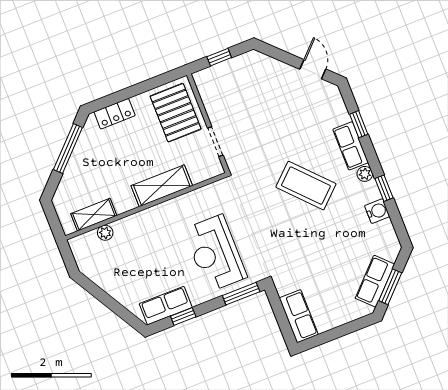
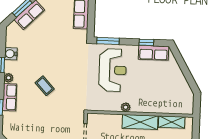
shelving: (162, 186) -> (140, 122), moved
coffee table: (306, 186) -> (45, 86), width x0.54, depth x0.58
plant: (105, 233) -> (126, 107), moved

